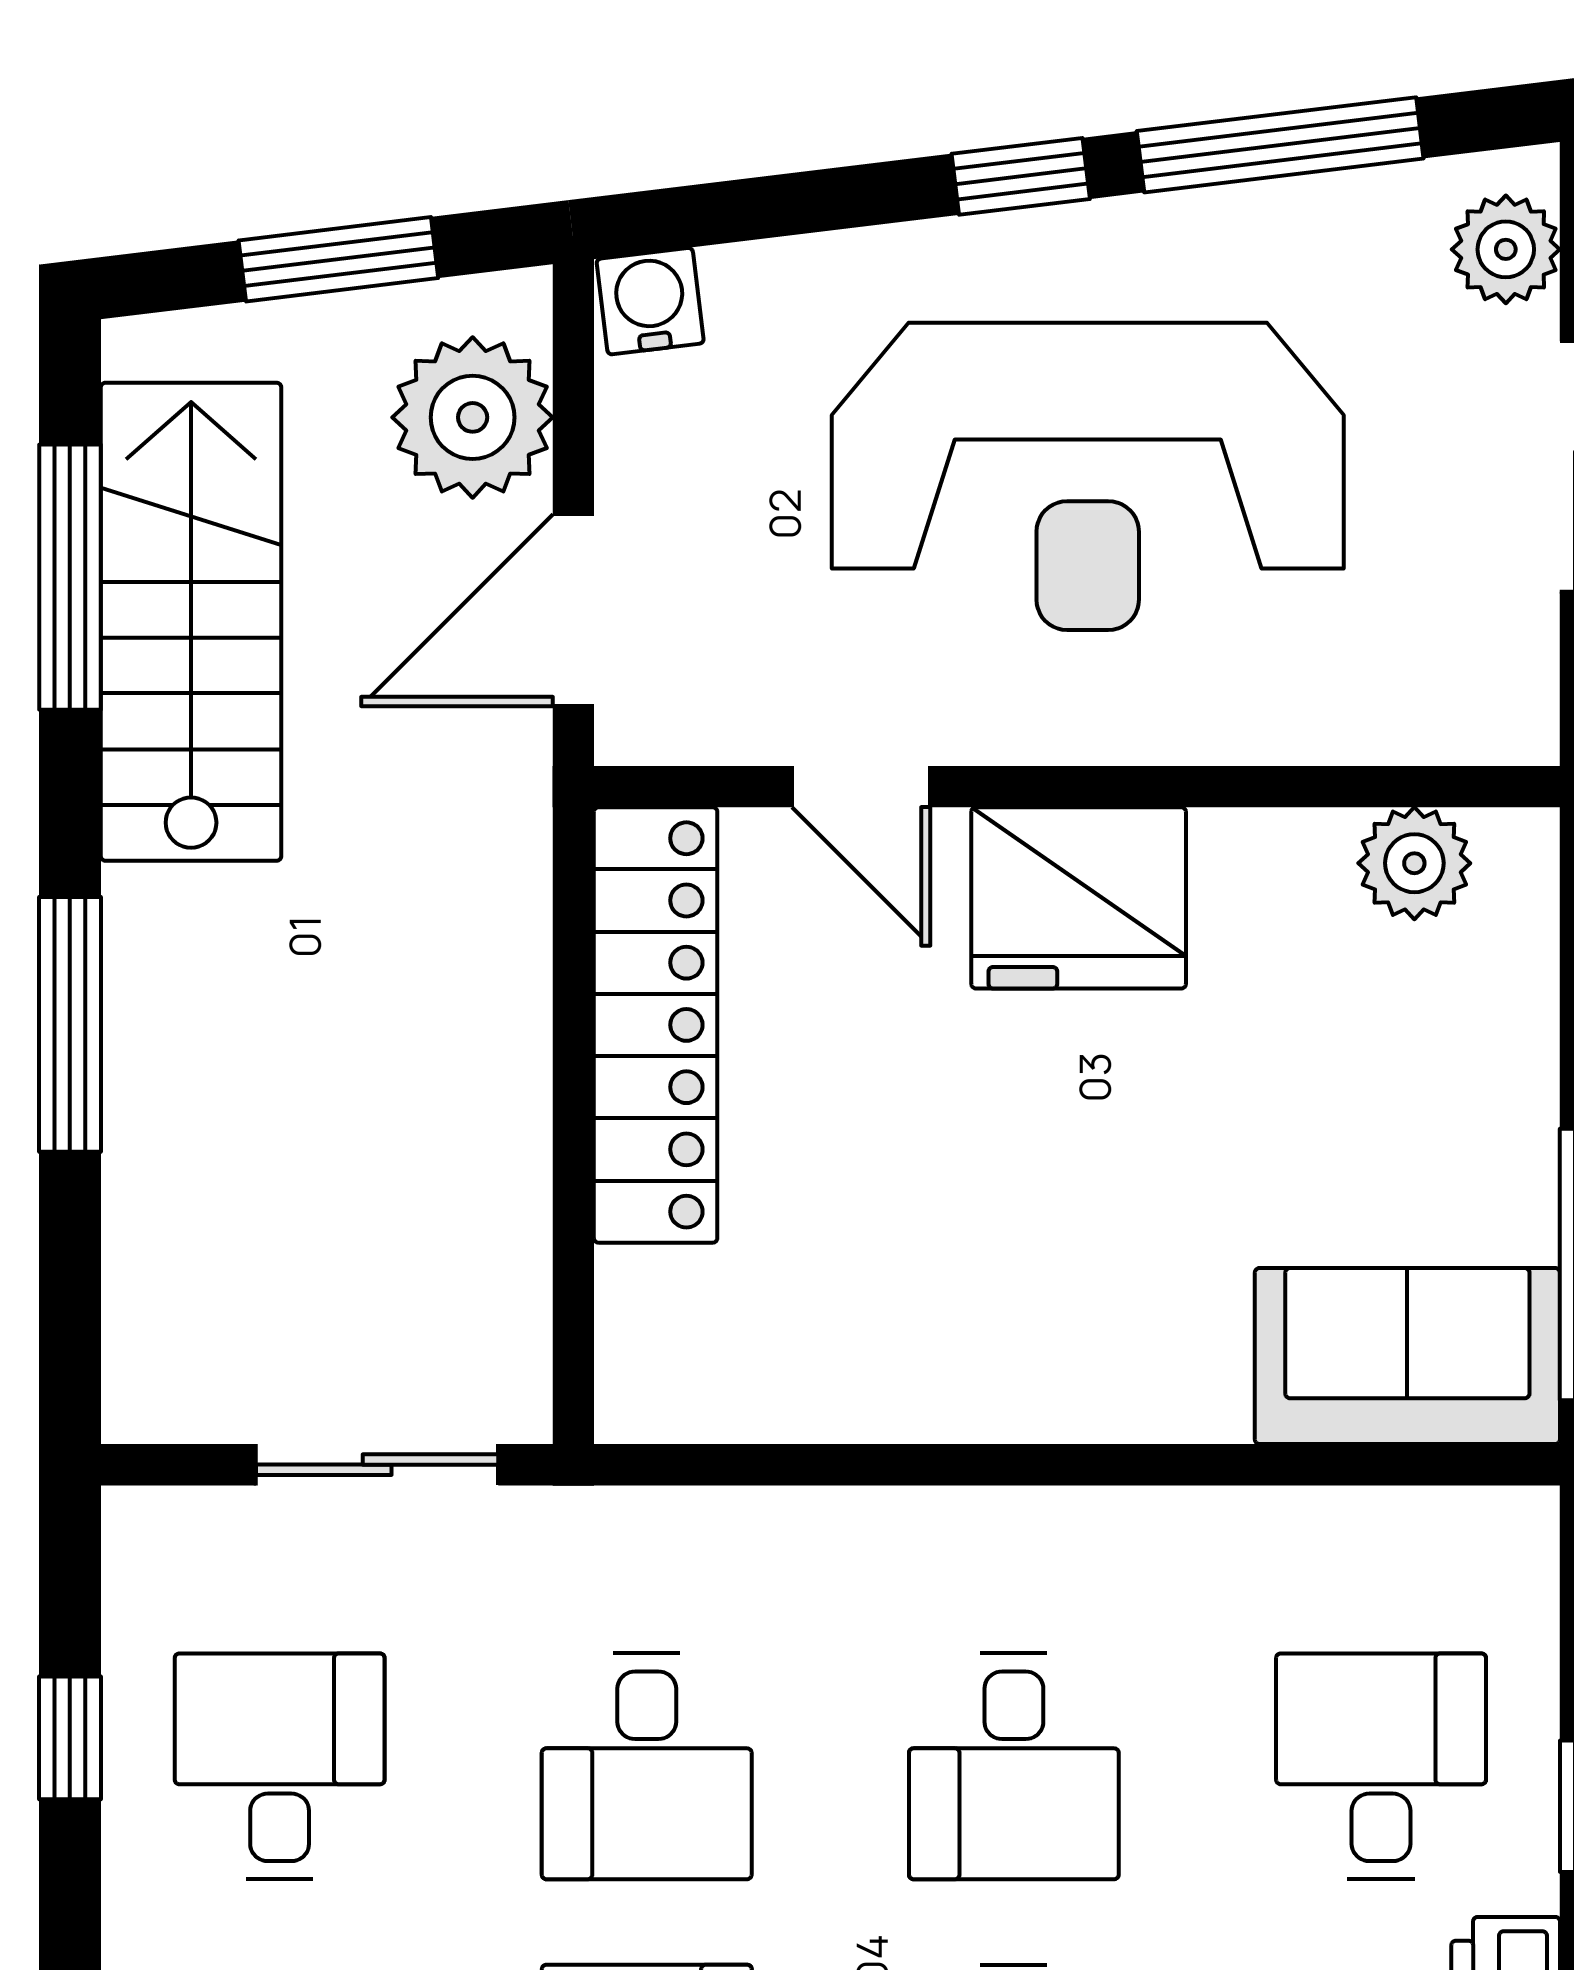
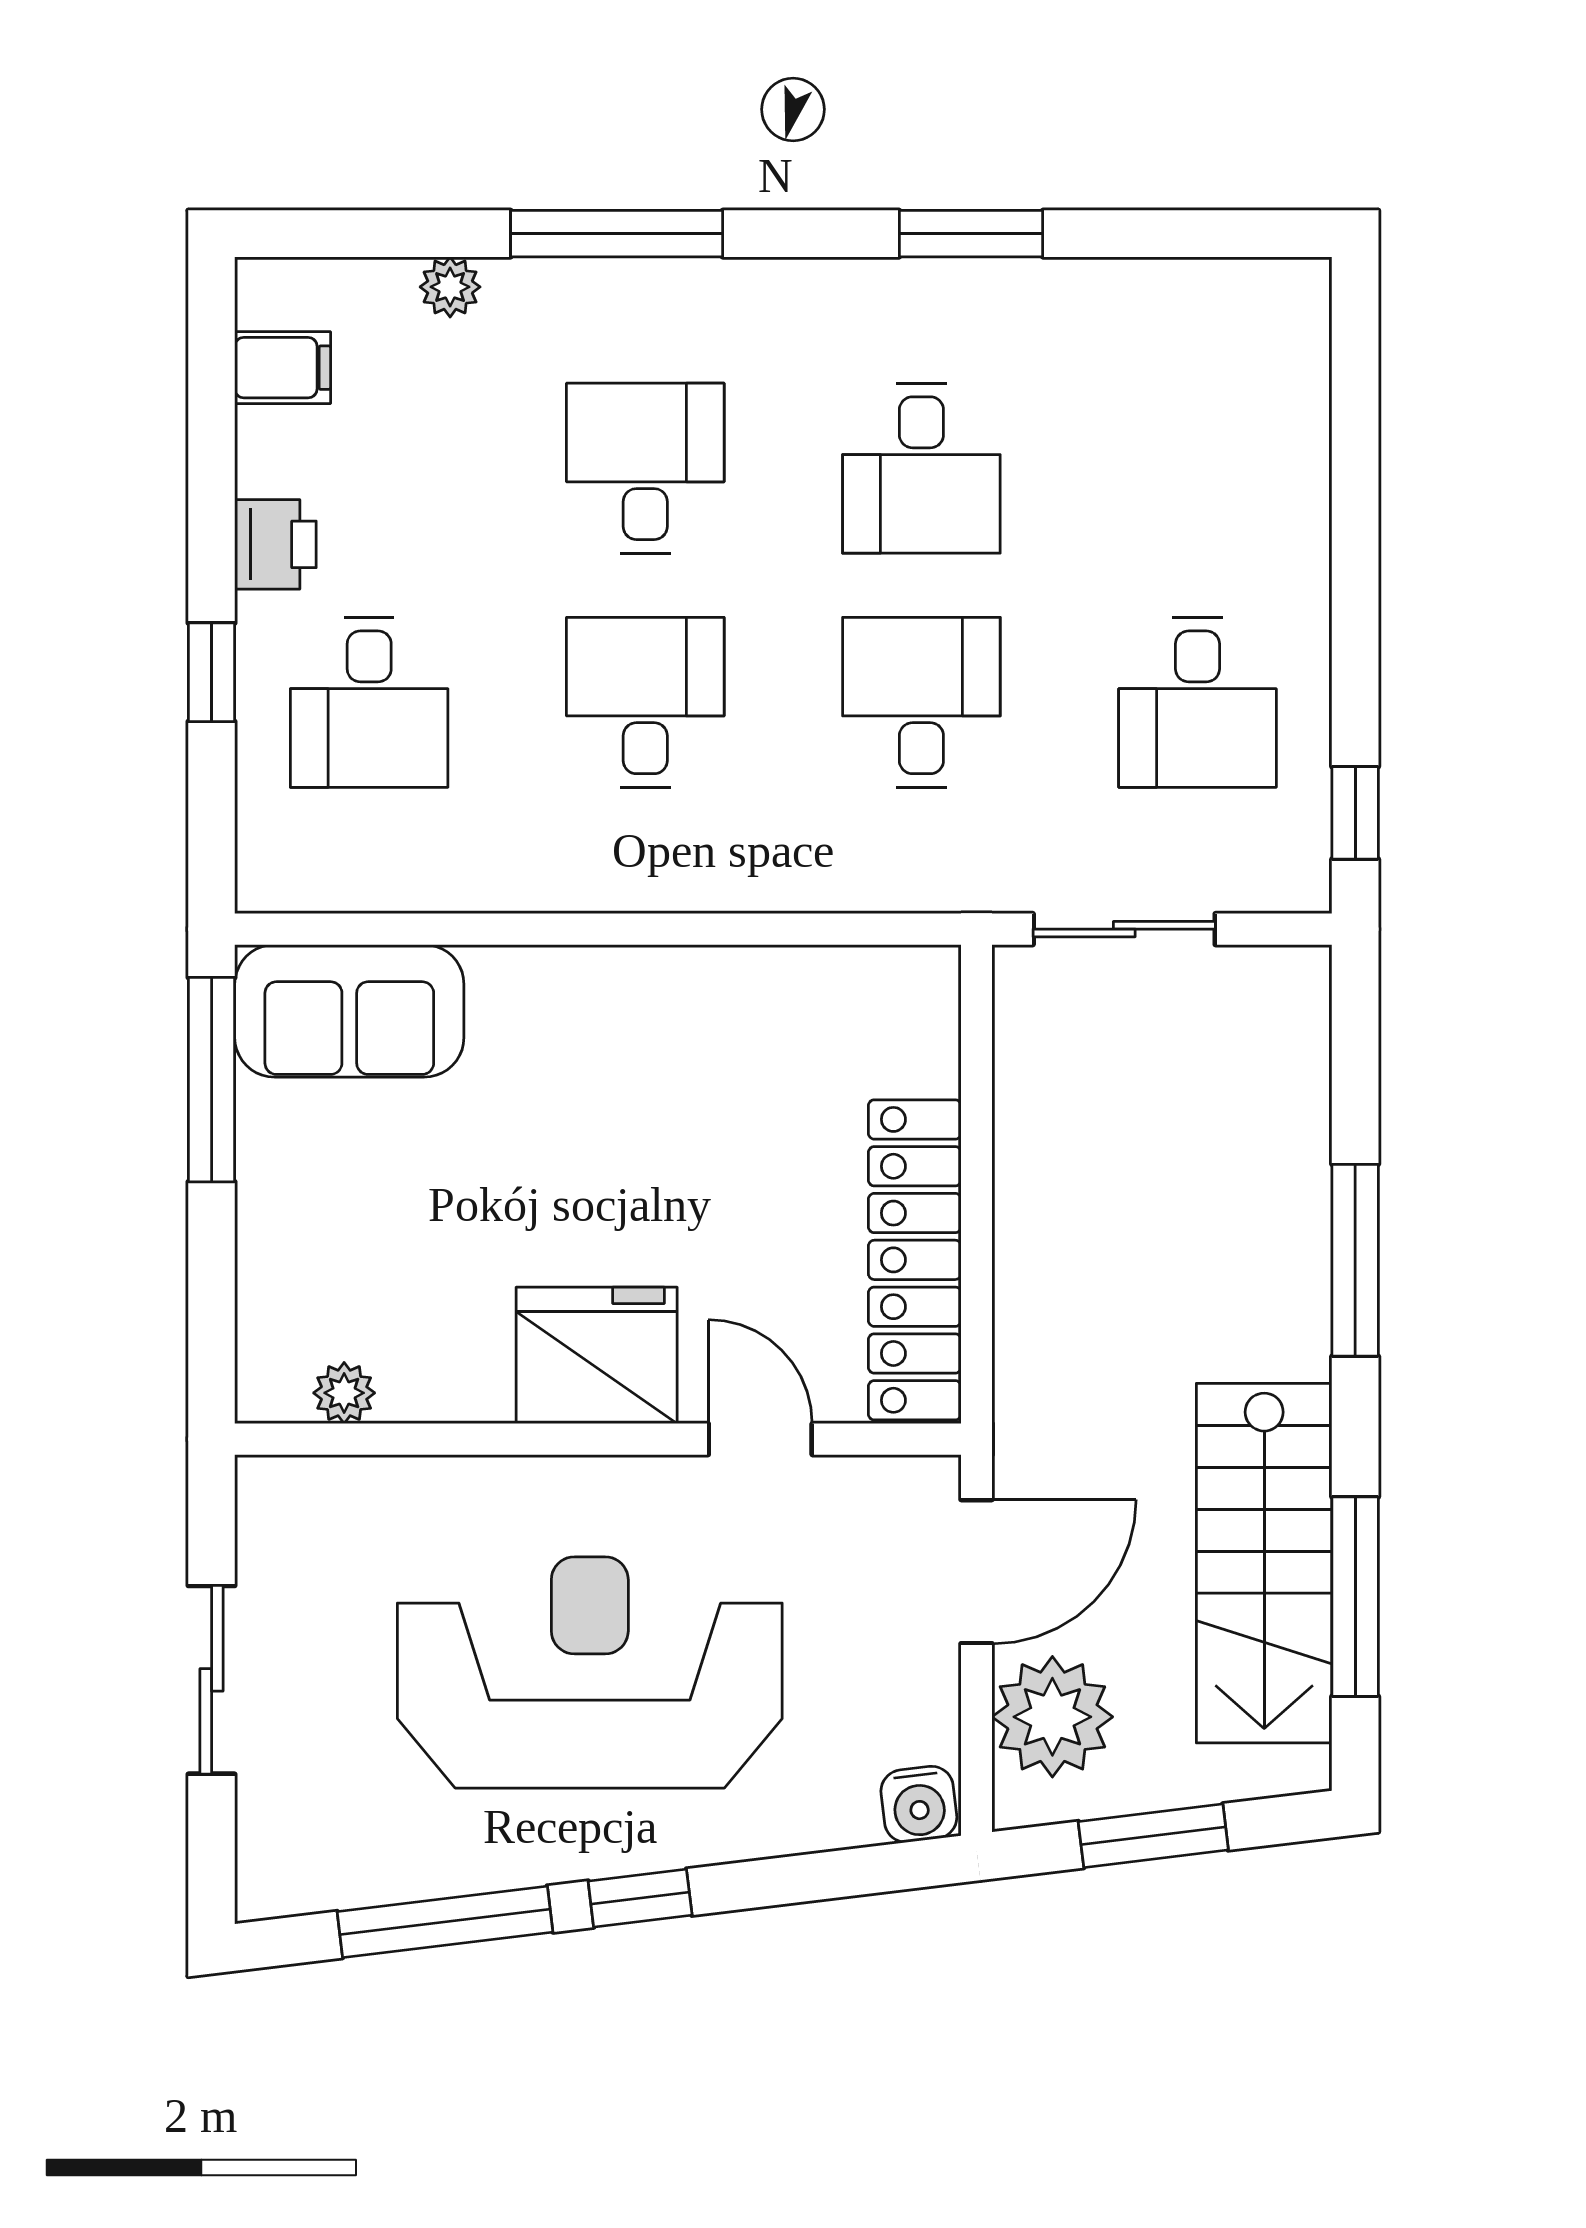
plant: (1506, 249) -> (275, 1843), removed
plant: (1414, 863) -> (344, 1393), width x0.73, depth x0.73
window: (70, 1738) -> (1355, 813), moved

